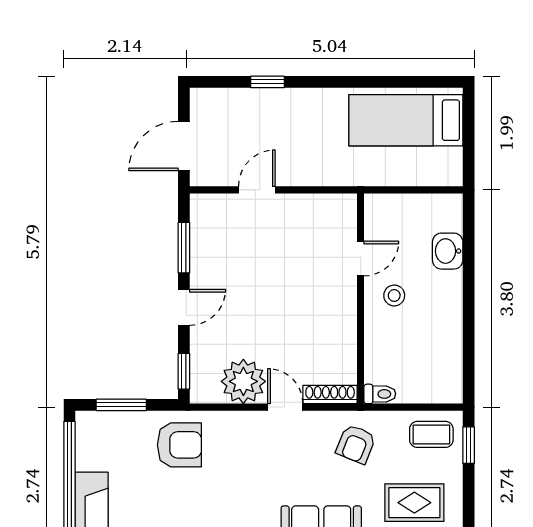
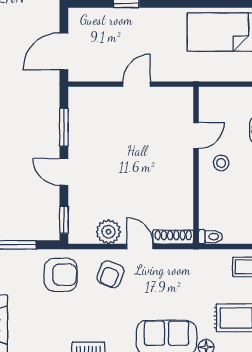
door: (257, 190) -> (137, 84), moved
door: (184, 307) -> (64, 172), swing flipped
plant: (243, 381) -> (108, 232), width x0.73, depth x0.73
armchair: (356, 444) -> (110, 274), moved

